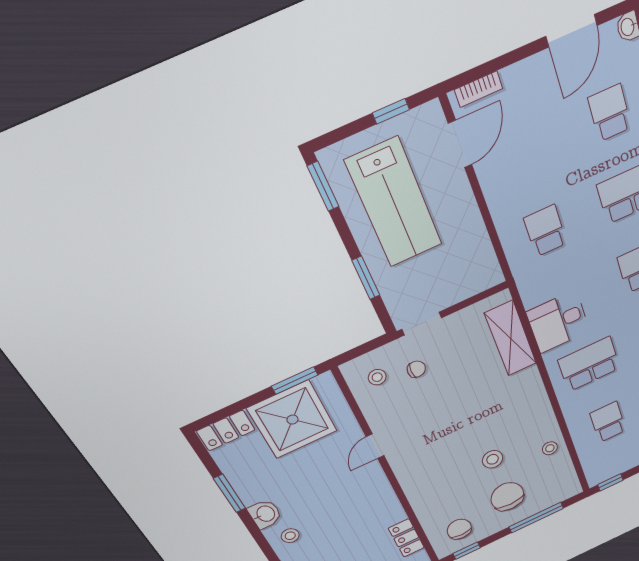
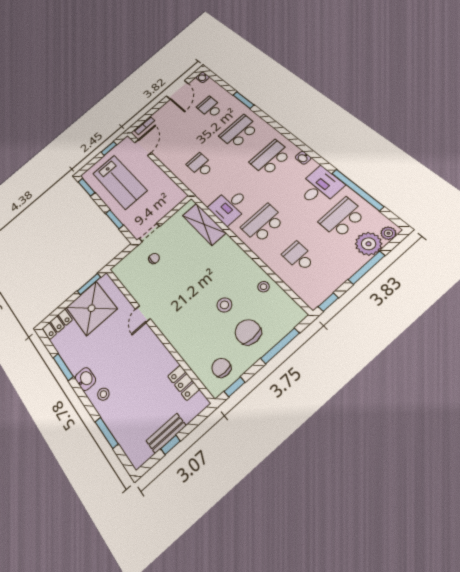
stool: (377, 377) -> (133, 270), removed

